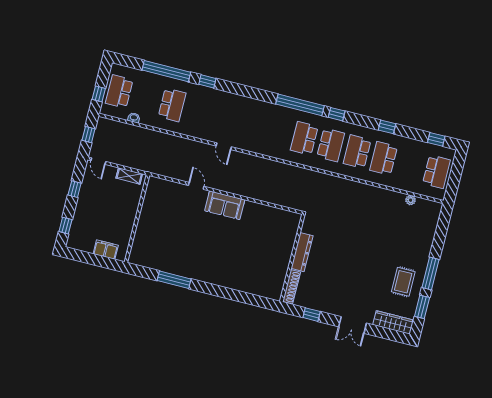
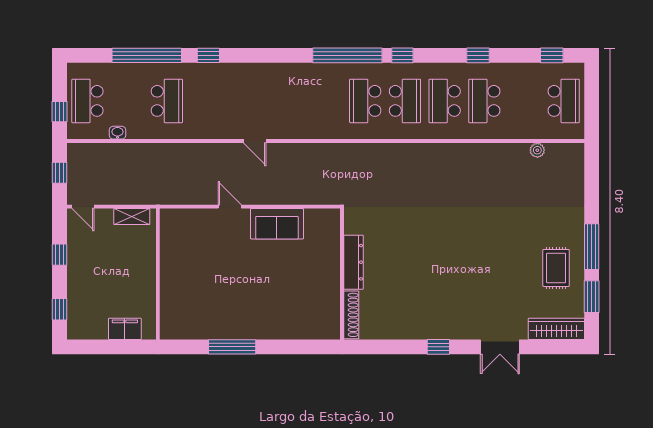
dresser: (302, 252) -> (353, 262), moved
wall: (292, 258) -> (342, 274), moved
shoe rack: (292, 287) -> (351, 315), moved

